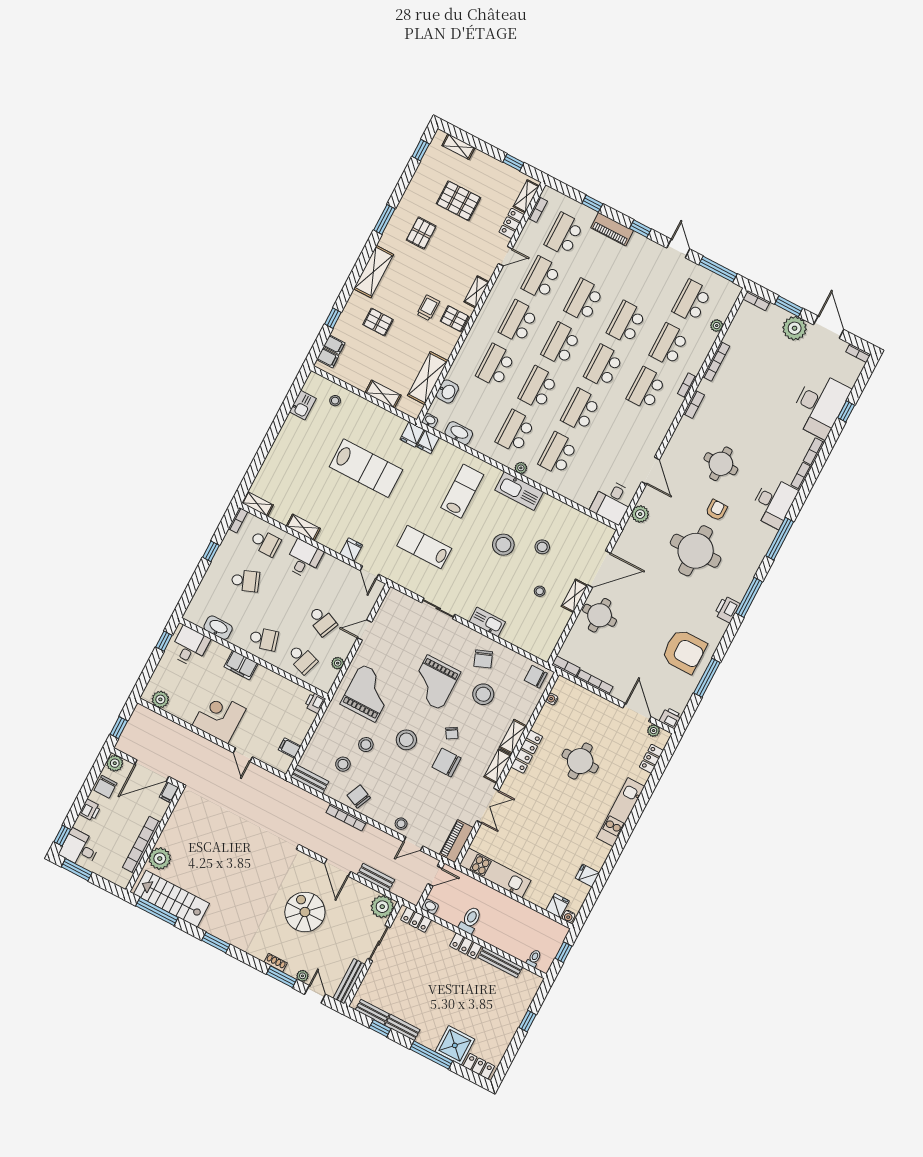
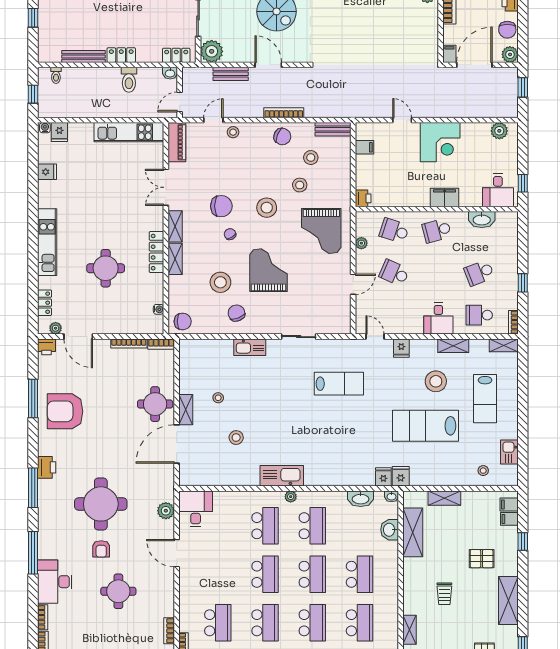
pallet: (454, 319) -> (417, 596), removed
lab bench: (462, 491) -> (485, 399), moved
stool: (503, 545) -> (436, 381), moved
chair: (105, 787) -> (507, 30), turned 180

